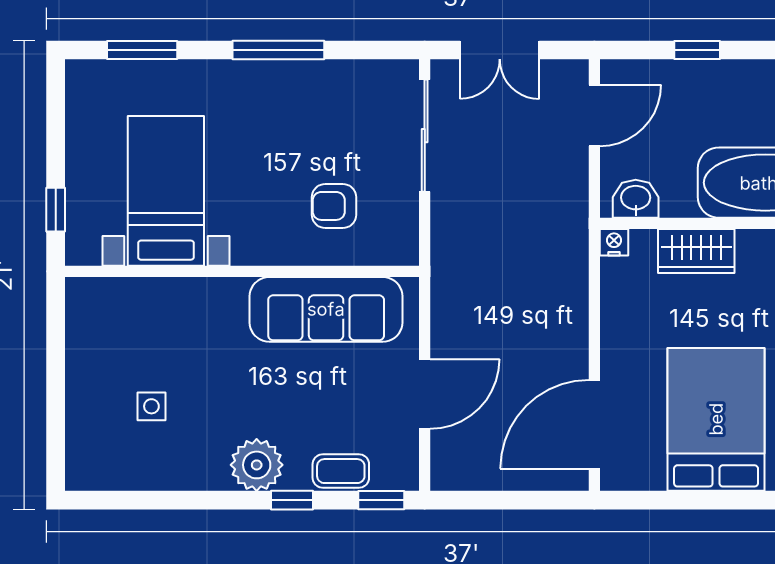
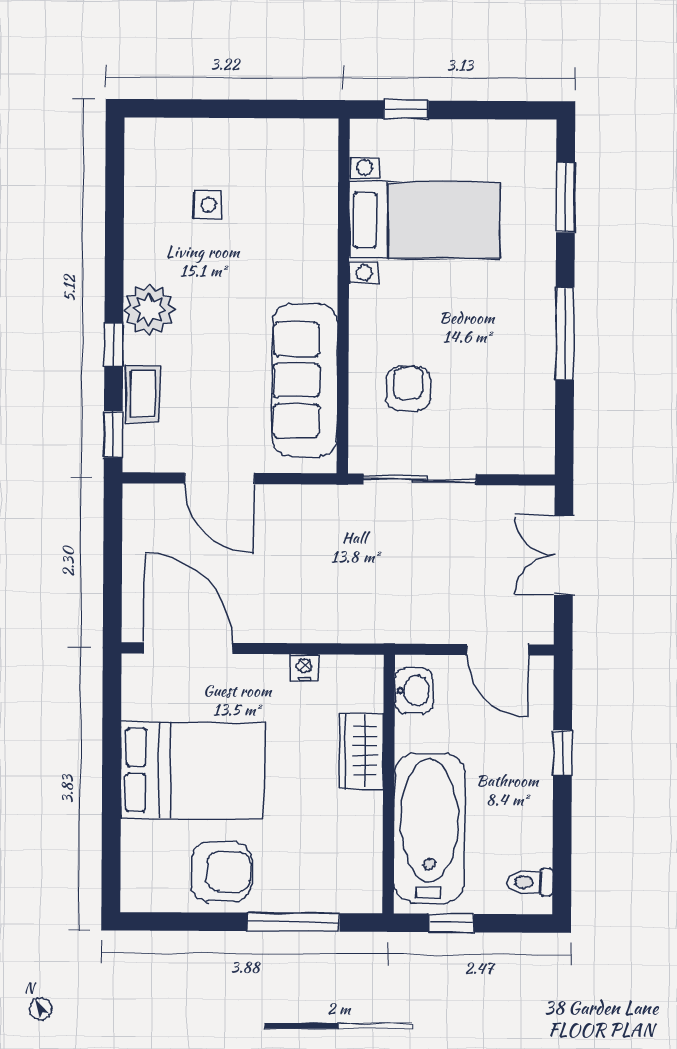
sliding door: (425, 136) -> (420, 479), moved
nightstand: (614, 242) -> (304, 668), moved, turned -90

